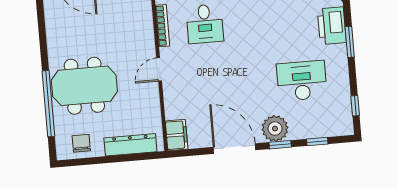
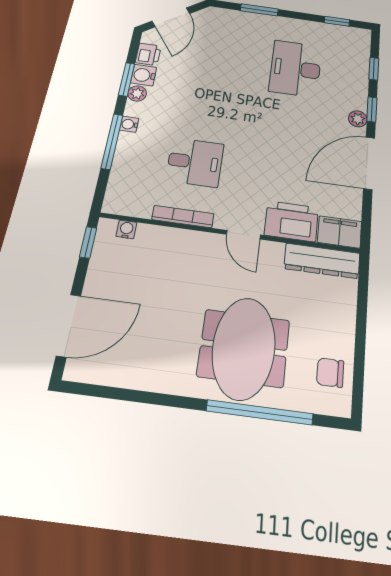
printer: (332, 26) -> (291, 221), moved, turned 180
plant: (275, 128) -> (358, 119), width x0.53, depth x0.53
dresser: (130, 145) -> (322, 261), moved, turned -90

